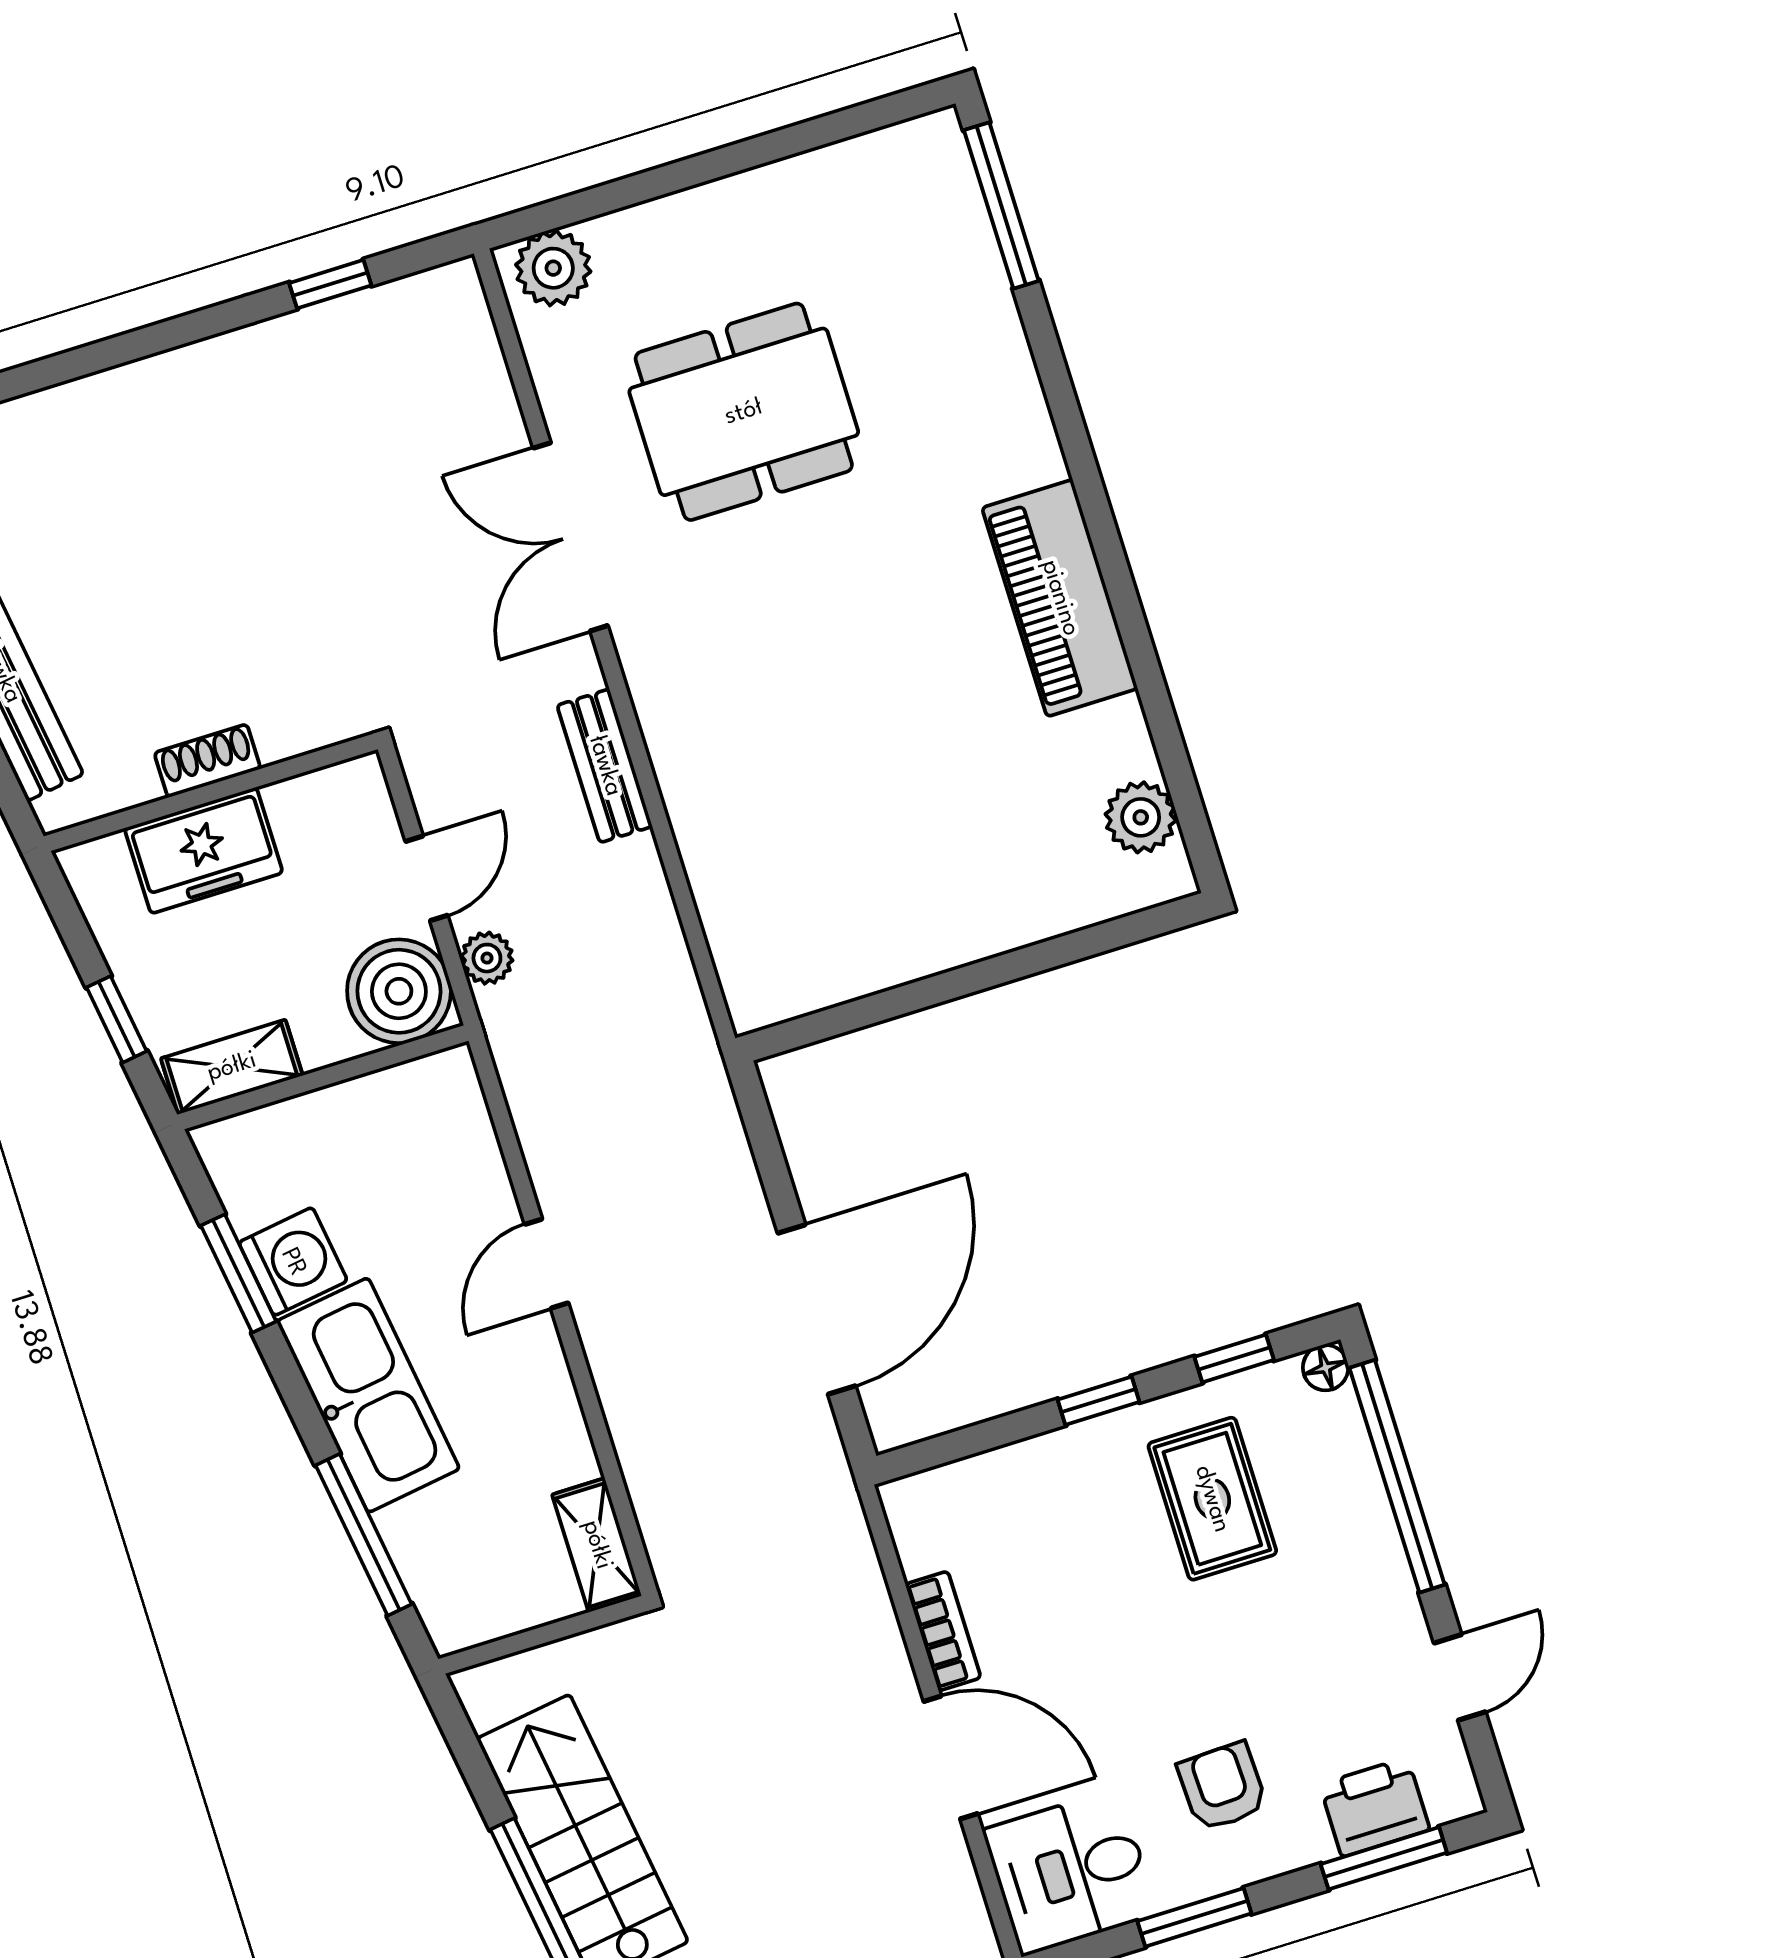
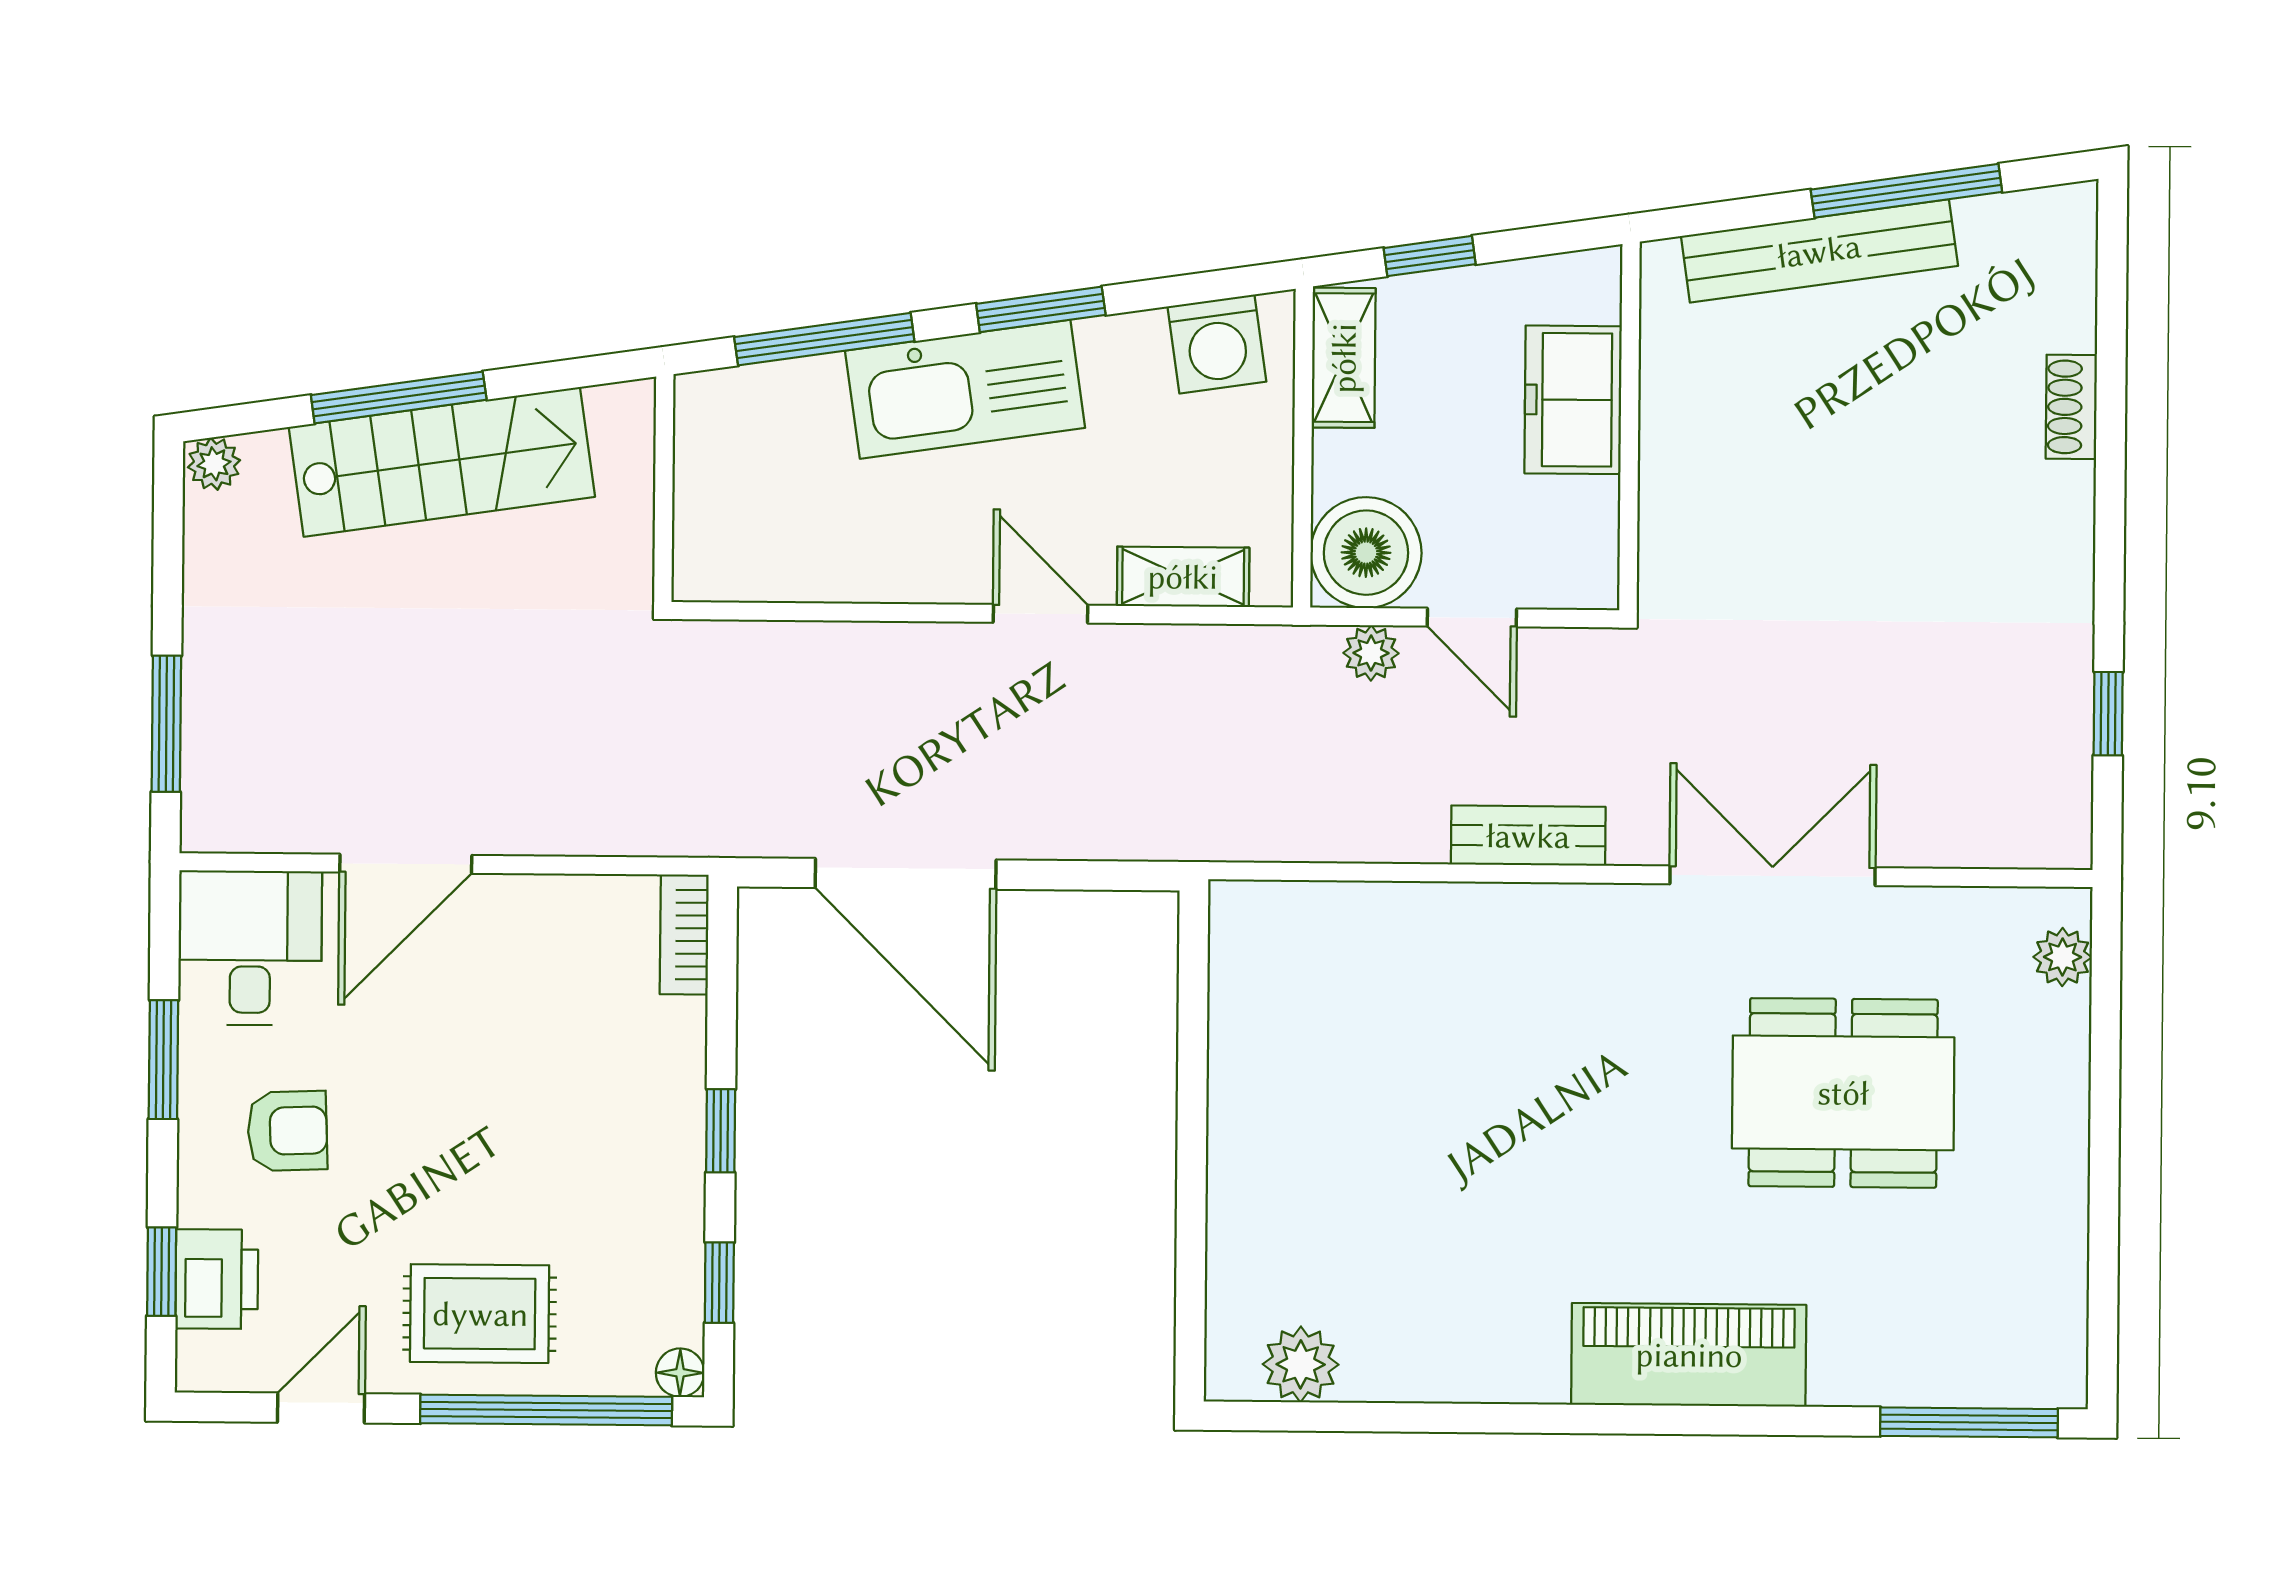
plant: (553, 268) -> (2062, 957), width x0.73, depth x0.73
dining table: (744, 412) -> (1843, 1093), turned 90
piano: (1060, 598) -> (1689, 1355), moved
shoe rack: (207, 761) -> (2071, 407), moved, turned 180
washing machine: (293, 1262) -> (1217, 344), moved
window: (238, 1274) -> (1041, 309), moved
rug: (1212, 1499) -> (480, 1314), moved
shelving: (597, 1545) -> (1183, 577), moved
bookcase: (943, 1631) -> (684, 935), moved, turned 90
door: (1460, 1677) -> (321, 1408), swing flipped
window: (1384, 1858) -> (162, 1272), width x0.67

